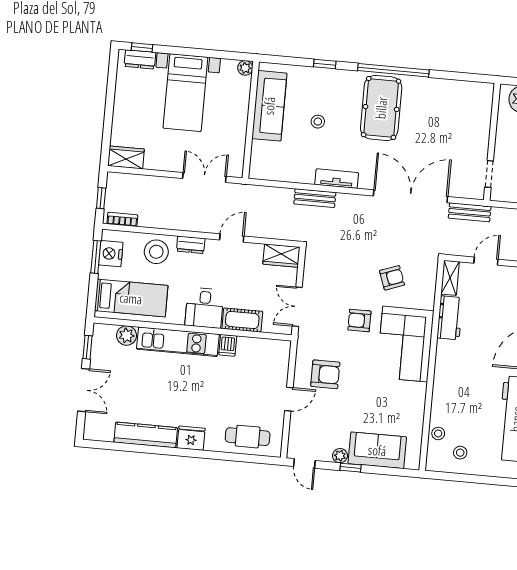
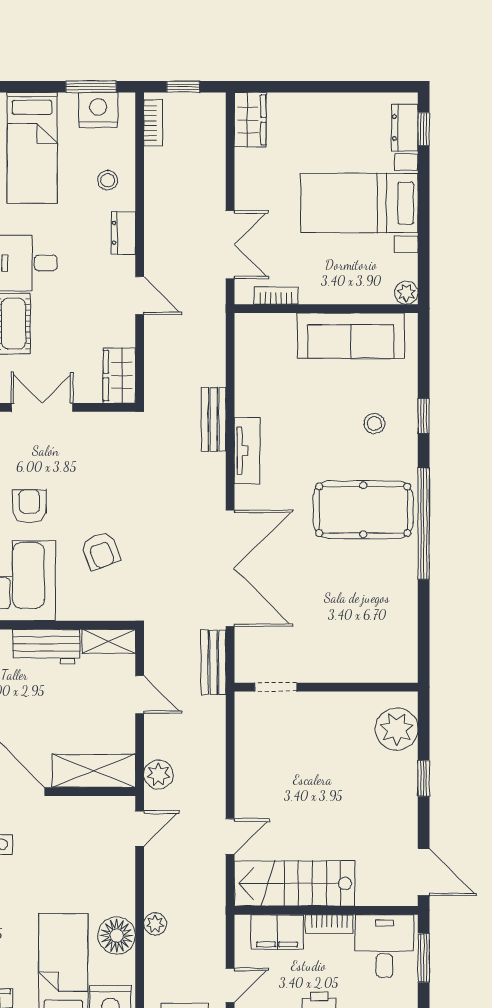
stool: (318, 122) -> (374, 424), moved
bookcase: (240, 151) -> (276, 296), added
stool: (156, 252) -> (108, 180), width x0.53, depth x0.53

